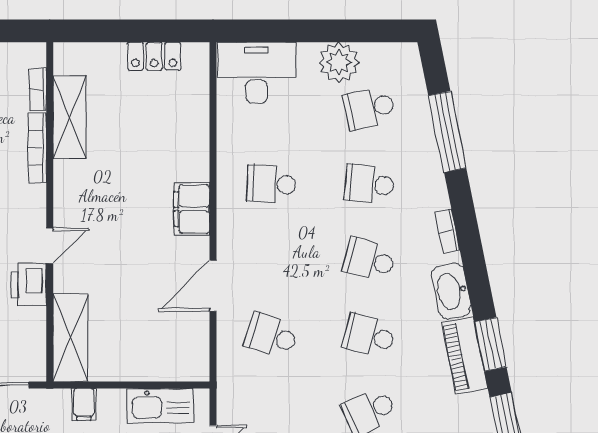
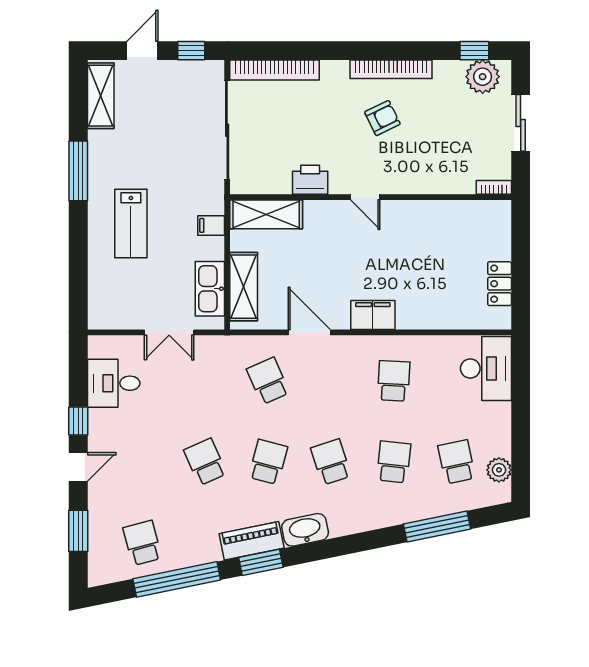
plant: (339, 62) -> (499, 470), moved, width x0.73, depth x0.73
bookcase: (38, 89) -> (494, 187), moved
shelving: (70, 117) -> (244, 287), moved, turned 90
bookcase: (37, 148) -> (424, 187), removed
bookcase: (447, 231) -> (354, 527), removed
door: (50, 246) -> (365, 197), moved
school desk: (369, 260) -> (331, 462), turned -33
school desk: (271, 336) -> (268, 381), turned -42

